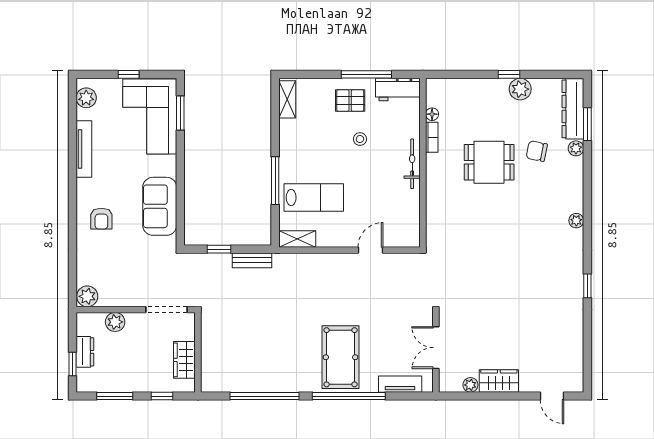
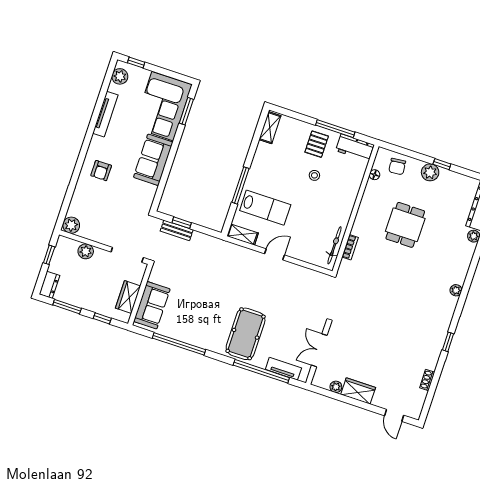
window: (129, 74) -> (136, 62), moved
plant: (520, 89) -> (430, 172), moved
pallet: (350, 101) -> (317, 144), turned 90
bookcase: (432, 137) -> (350, 247), moved
chair: (537, 151) -> (397, 166), moved, turned -107
dining table: (489, 162) -> (405, 225), turned 90
bicycle: (412, 164) -> (334, 245), moved
sofa: (160, 206) -> (153, 160), moved
door: (370, 250) -> (275, 254), moved
bench: (252, 260) -> (177, 230), moved
shoe rack: (578, 340) -> (427, 380), added
dresser: (85, 352) -> (49, 285), moved
sofa: (216, 360) -> (152, 305), added
window: (72, 364) -> (49, 255), moved
window: (349, 396) -> (261, 371), moved

